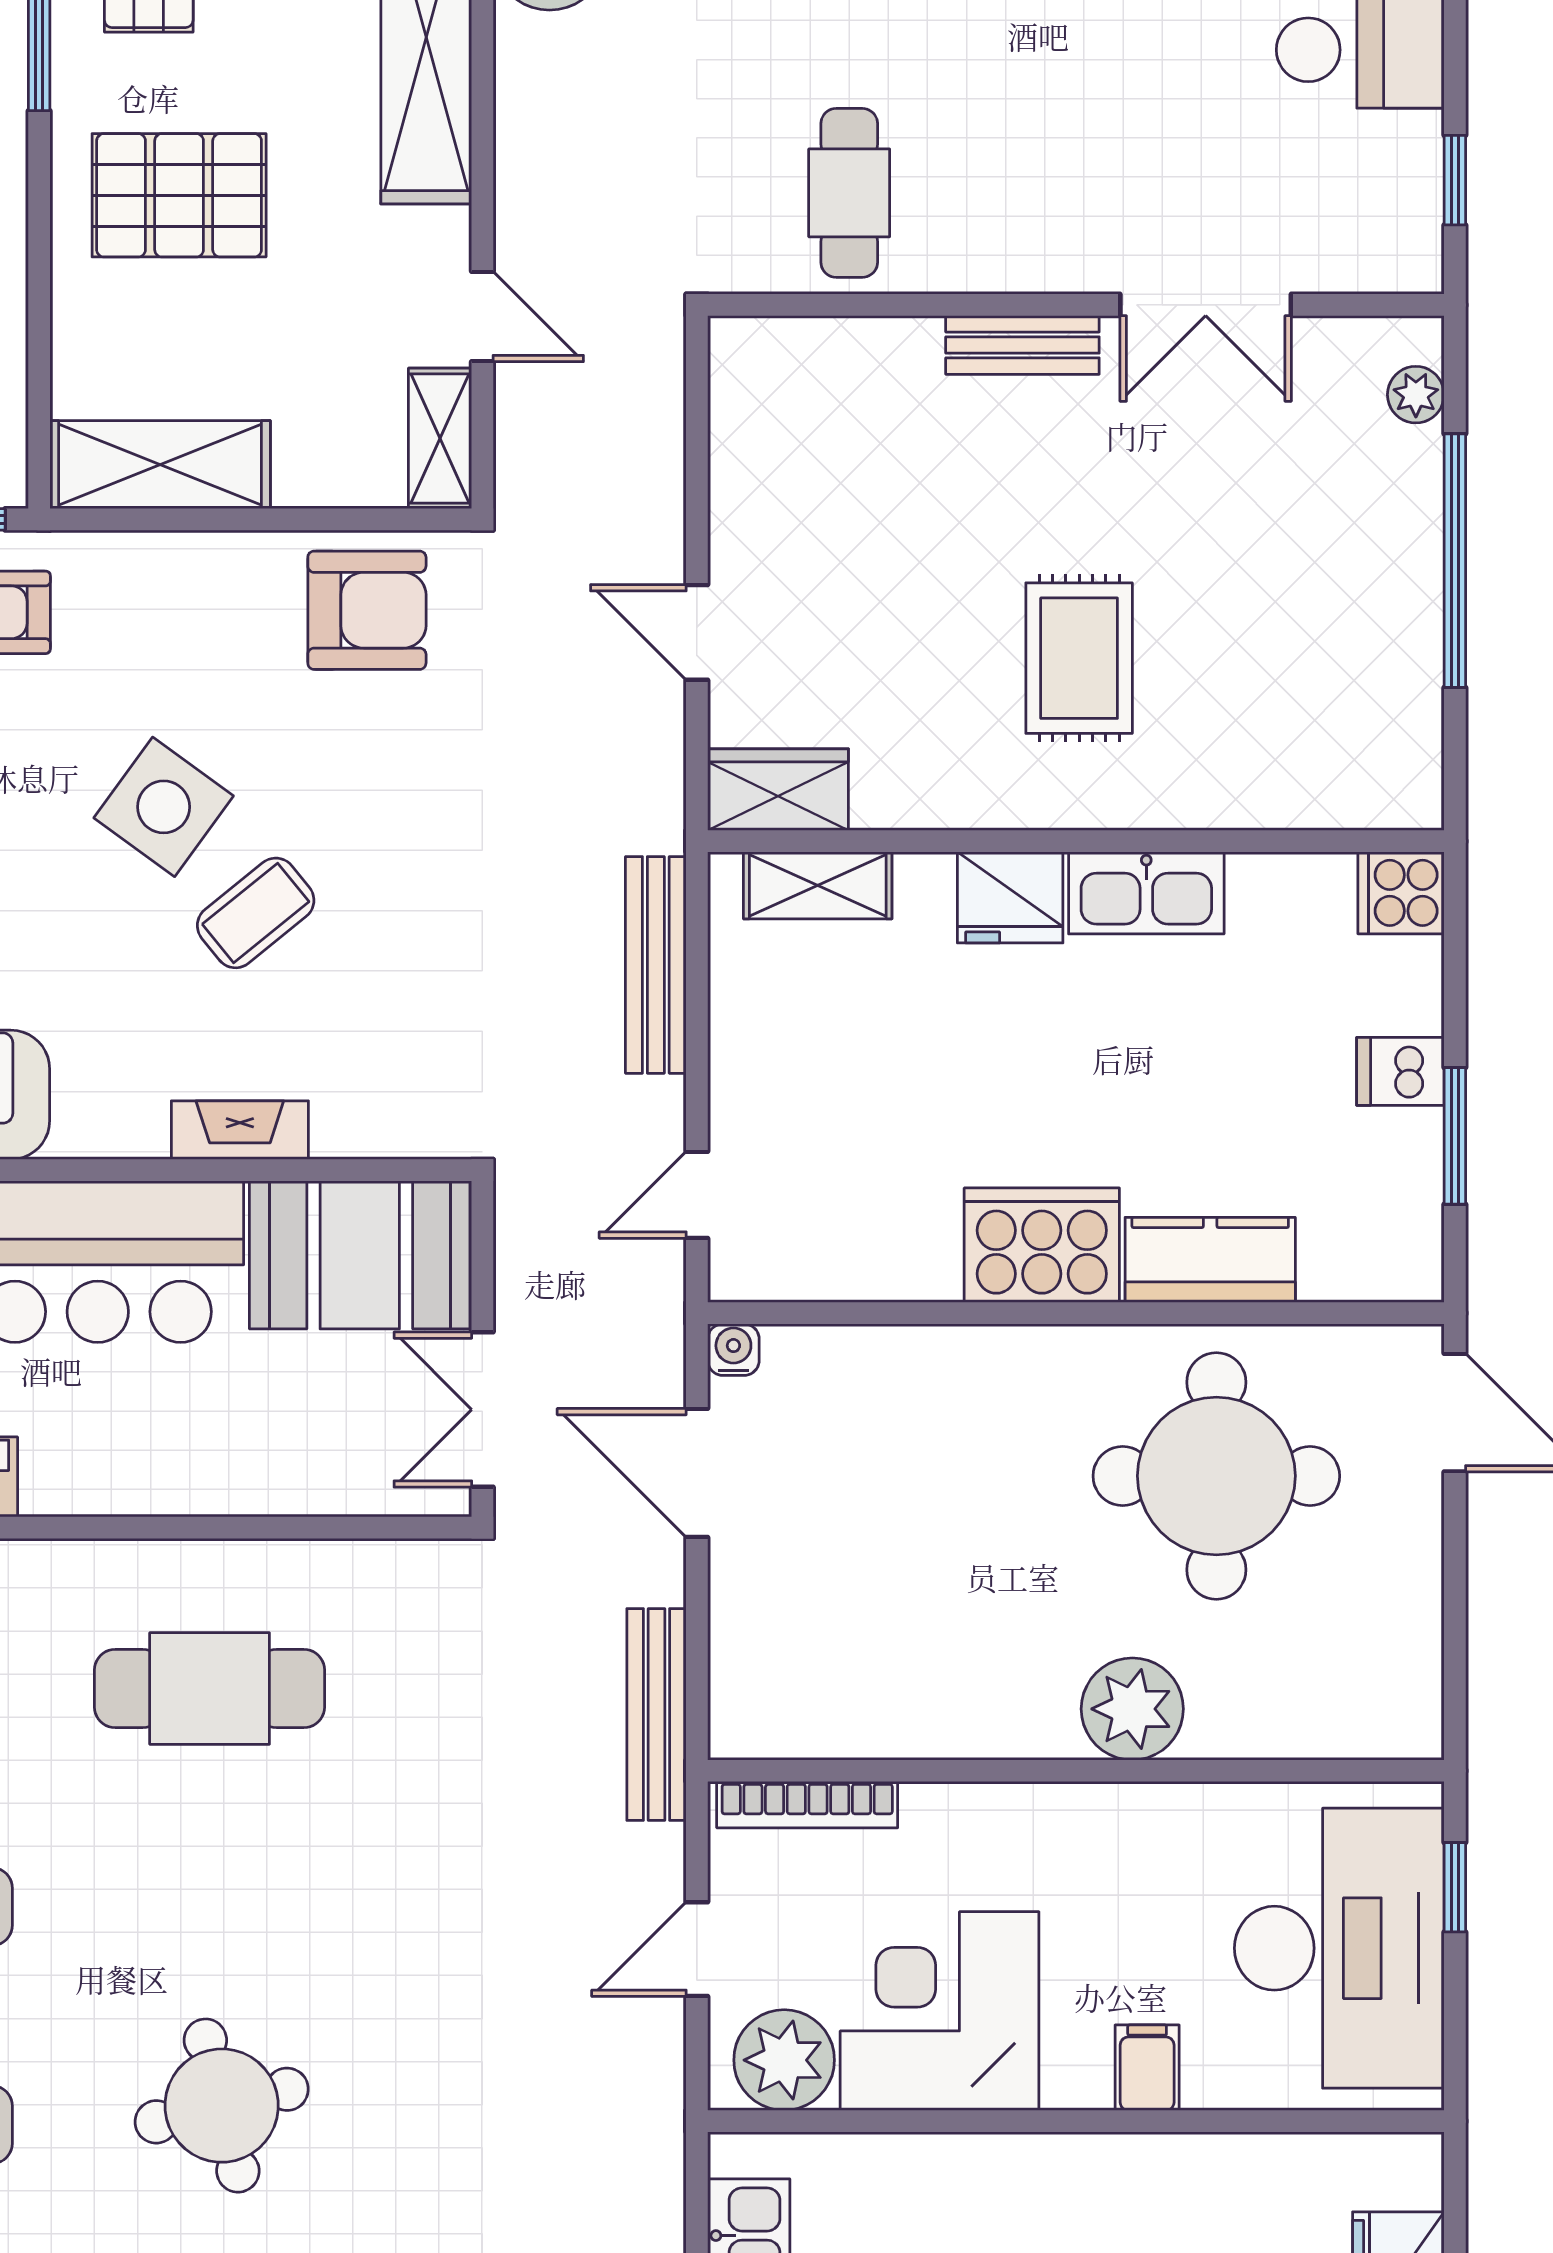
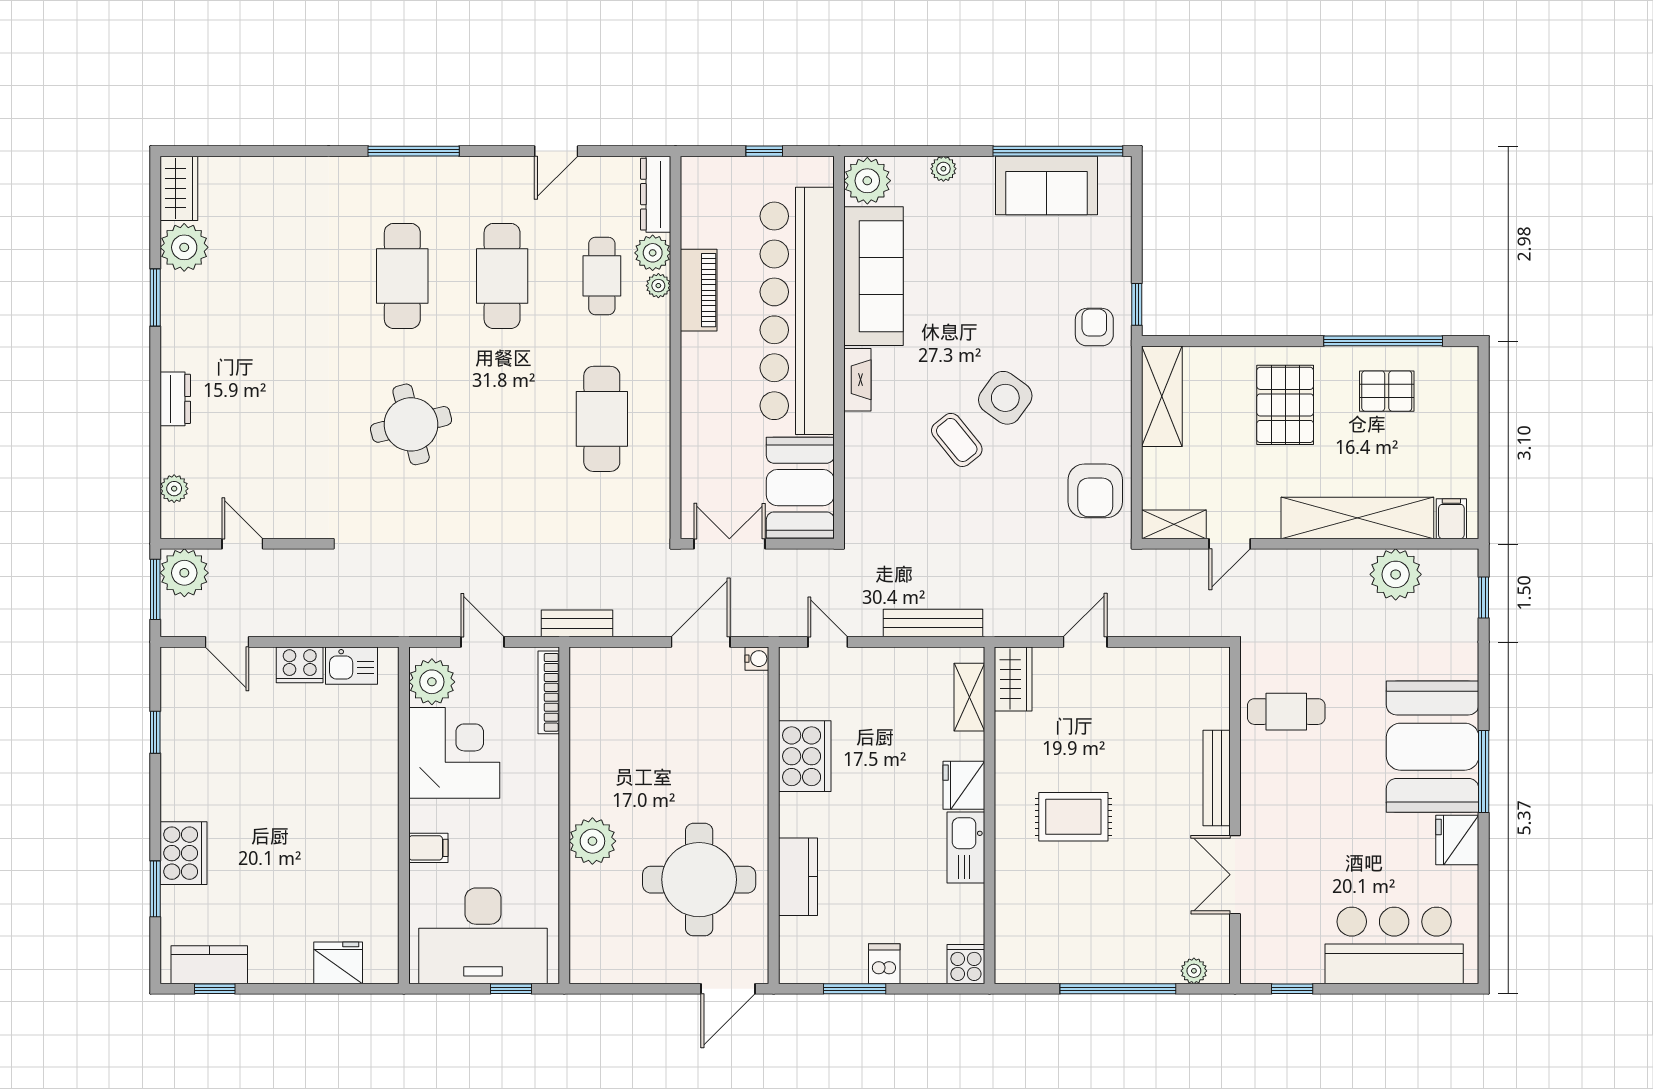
bench: (1022, 345) -> (1217, 778), width x1.36
fireplace: (240, 1130) -> (857, 380), moved
cooker: (1042, 1245) -> (805, 756), moved
bench: (657, 1714) -> (577, 623), width x0.73

